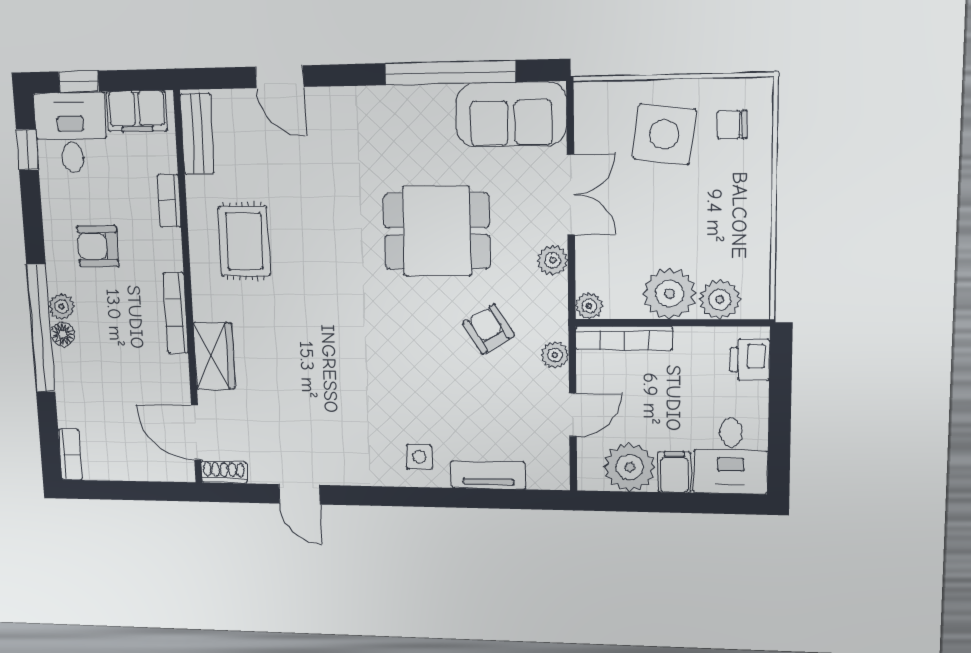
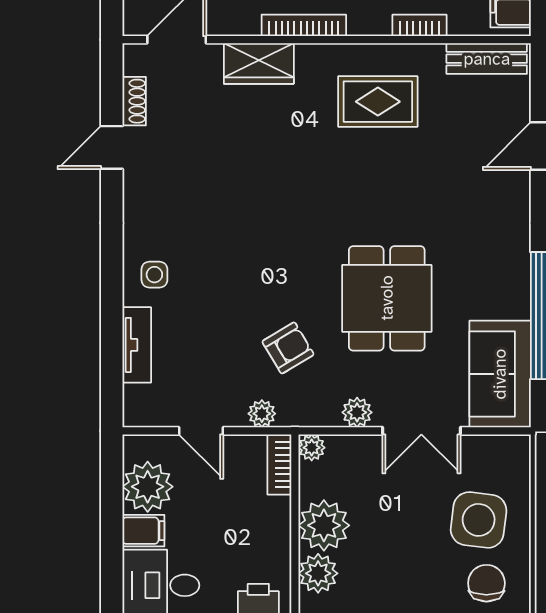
chair: (732, 125) -> (486, 583), width x1.37, depth x1.37
bookcase: (624, 338) -> (279, 464), width x0.64
shoe rack: (224, 472) -> (134, 101), moved

